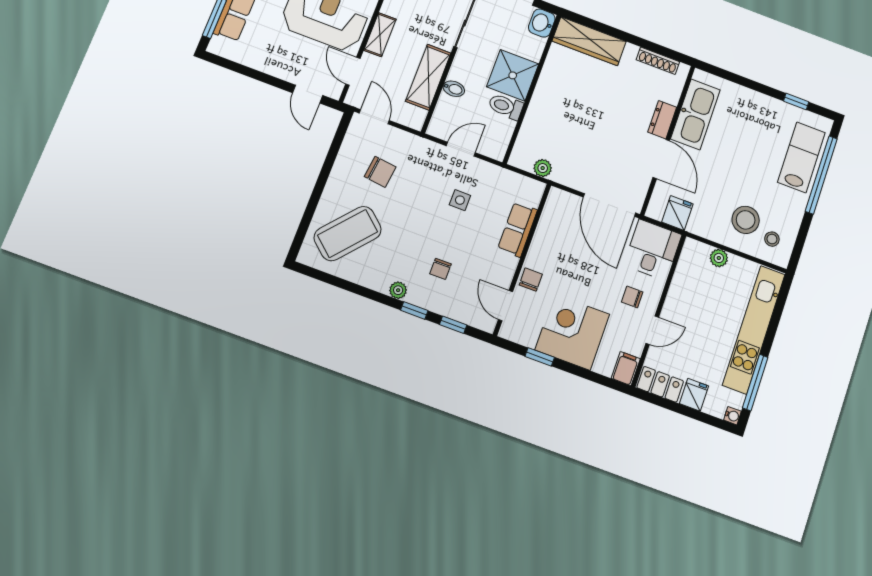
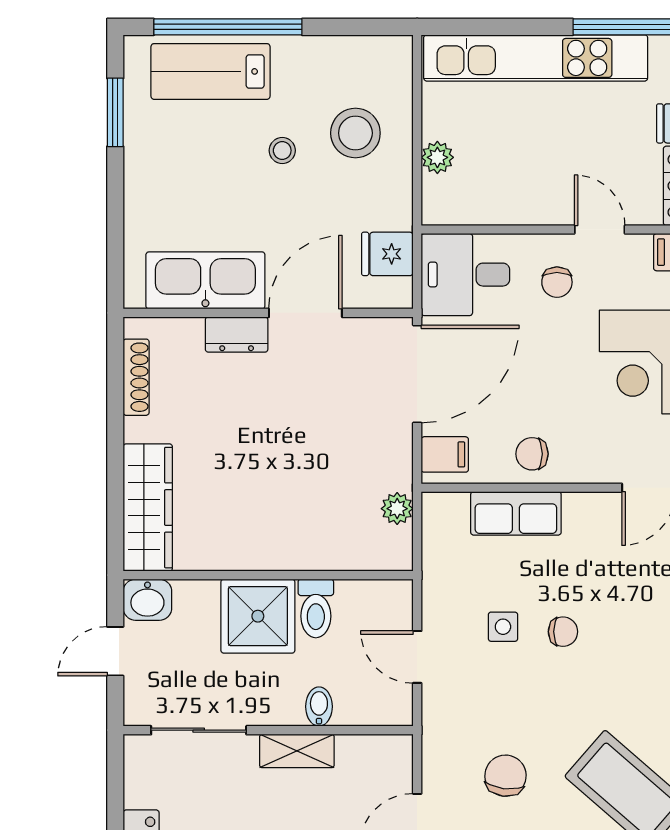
shelving: (428, 77) -> (297, 751), width x0.67, depth x0.75
window: (796, 101) -> (115, 112), width x1.50
filing cabinet: (562, 204) -> (445, 454), added
stool: (772, 239) -> (282, 150), moved
chair: (441, 269) -> (563, 632), moved
chair: (531, 280) -> (532, 454), moved

